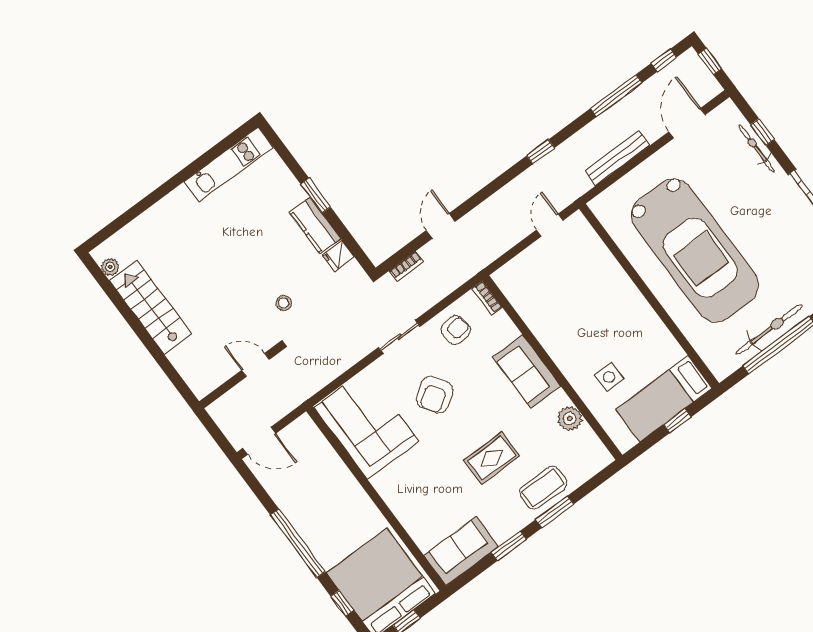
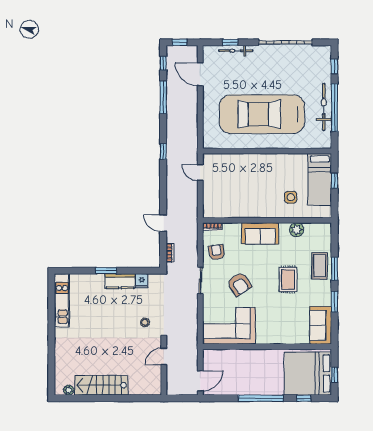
bench: (617, 158) -> (192, 118), removed
car: (695, 251) -> (262, 114), turned 180

